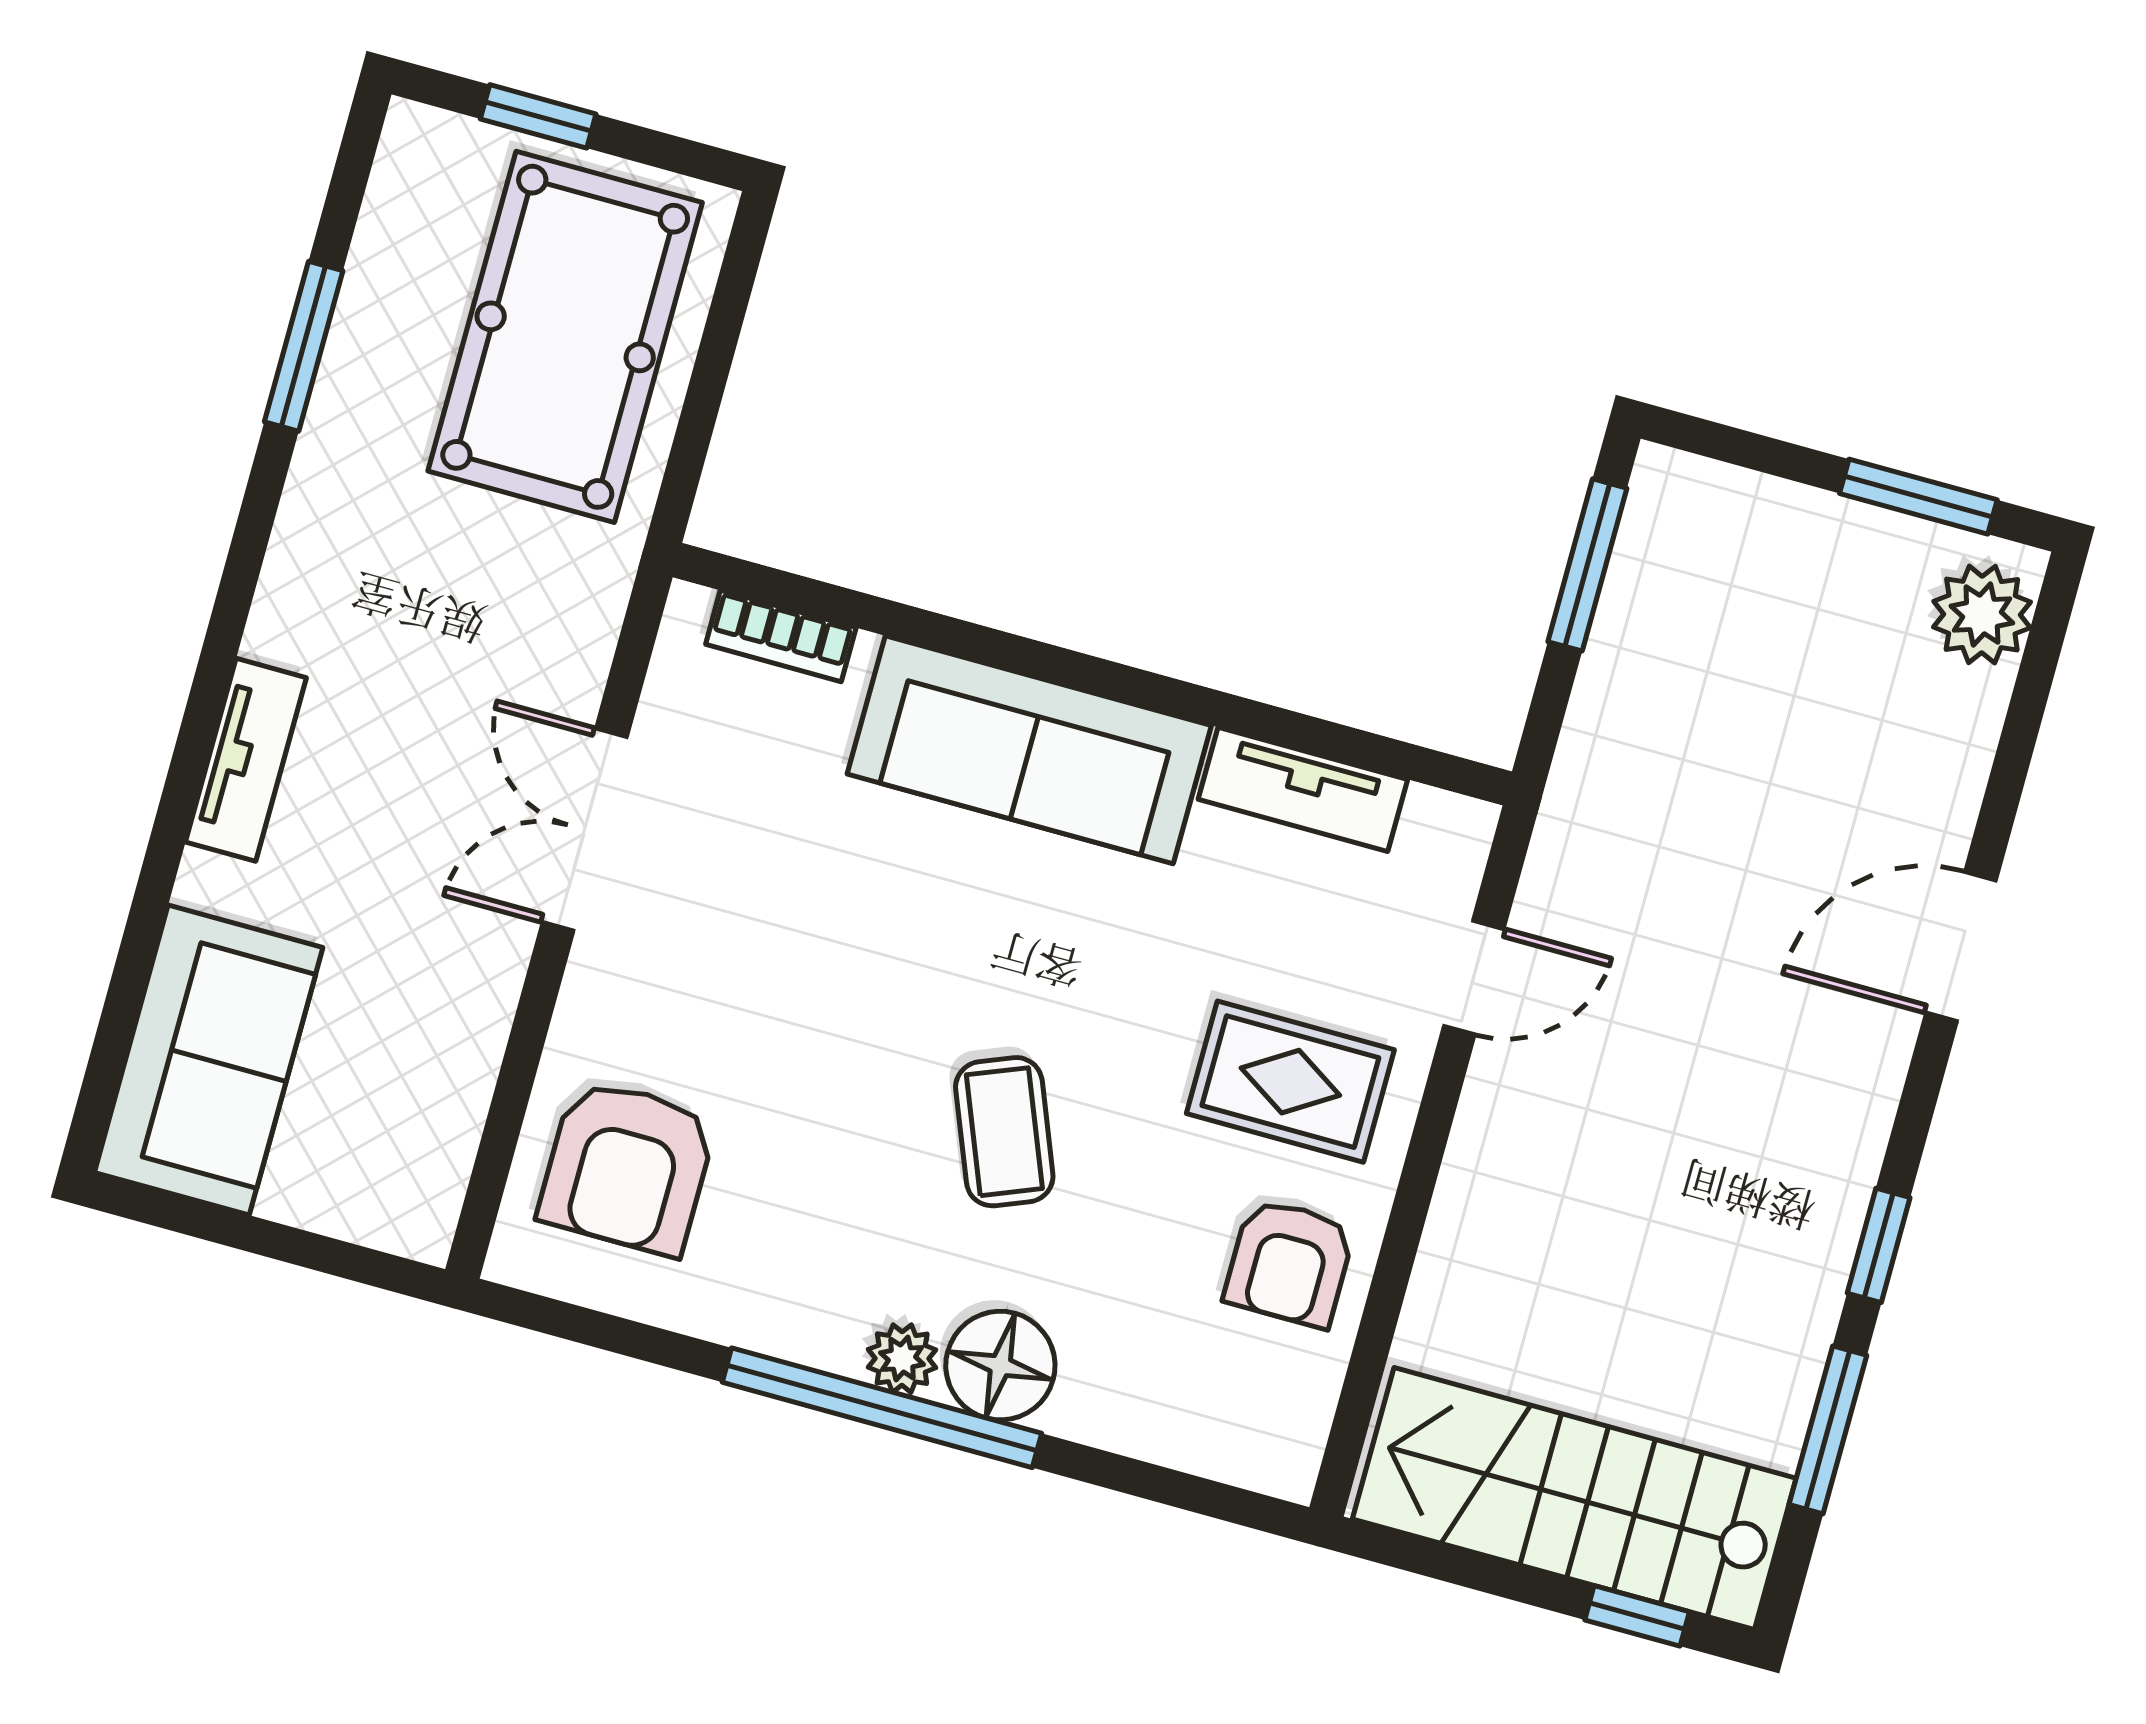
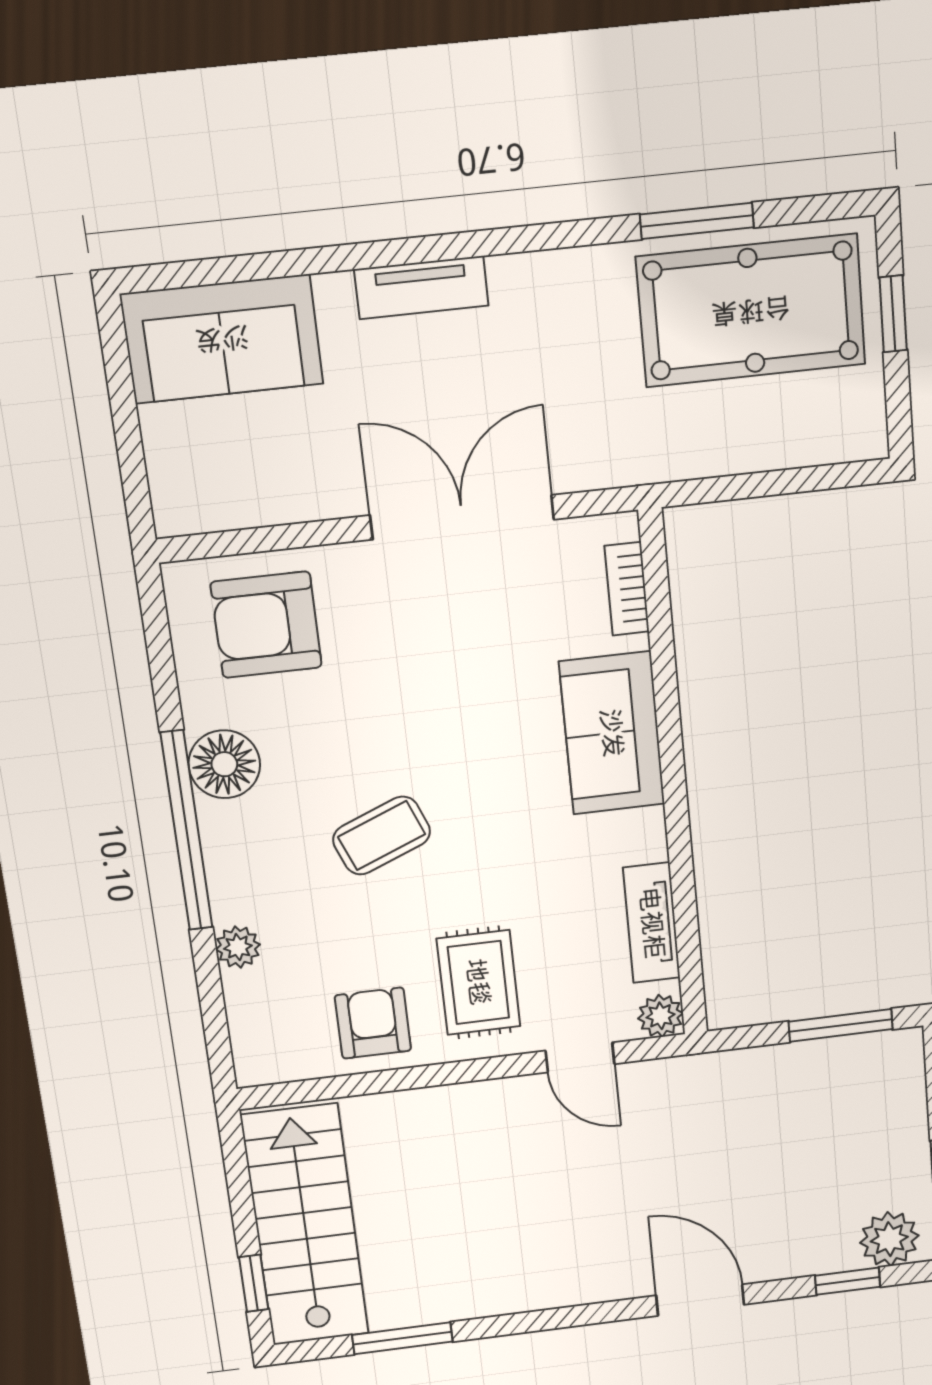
pool table: (565, 337) -> (751, 311), moved
sofa: (1029, 750) -> (612, 733), width x0.73
double door: (585, 830) -> (462, 517), width x1.37
plant: (1457, 831) -> (661, 1016), added
window: (1879, 1245) -> (848, 1281), moved
armchair: (1289, 1263) -> (373, 1023), turned 90
plant: (902, 1359) -> (238, 947), moved
floor lamp: (1000, 1366) -> (224, 764), moved

